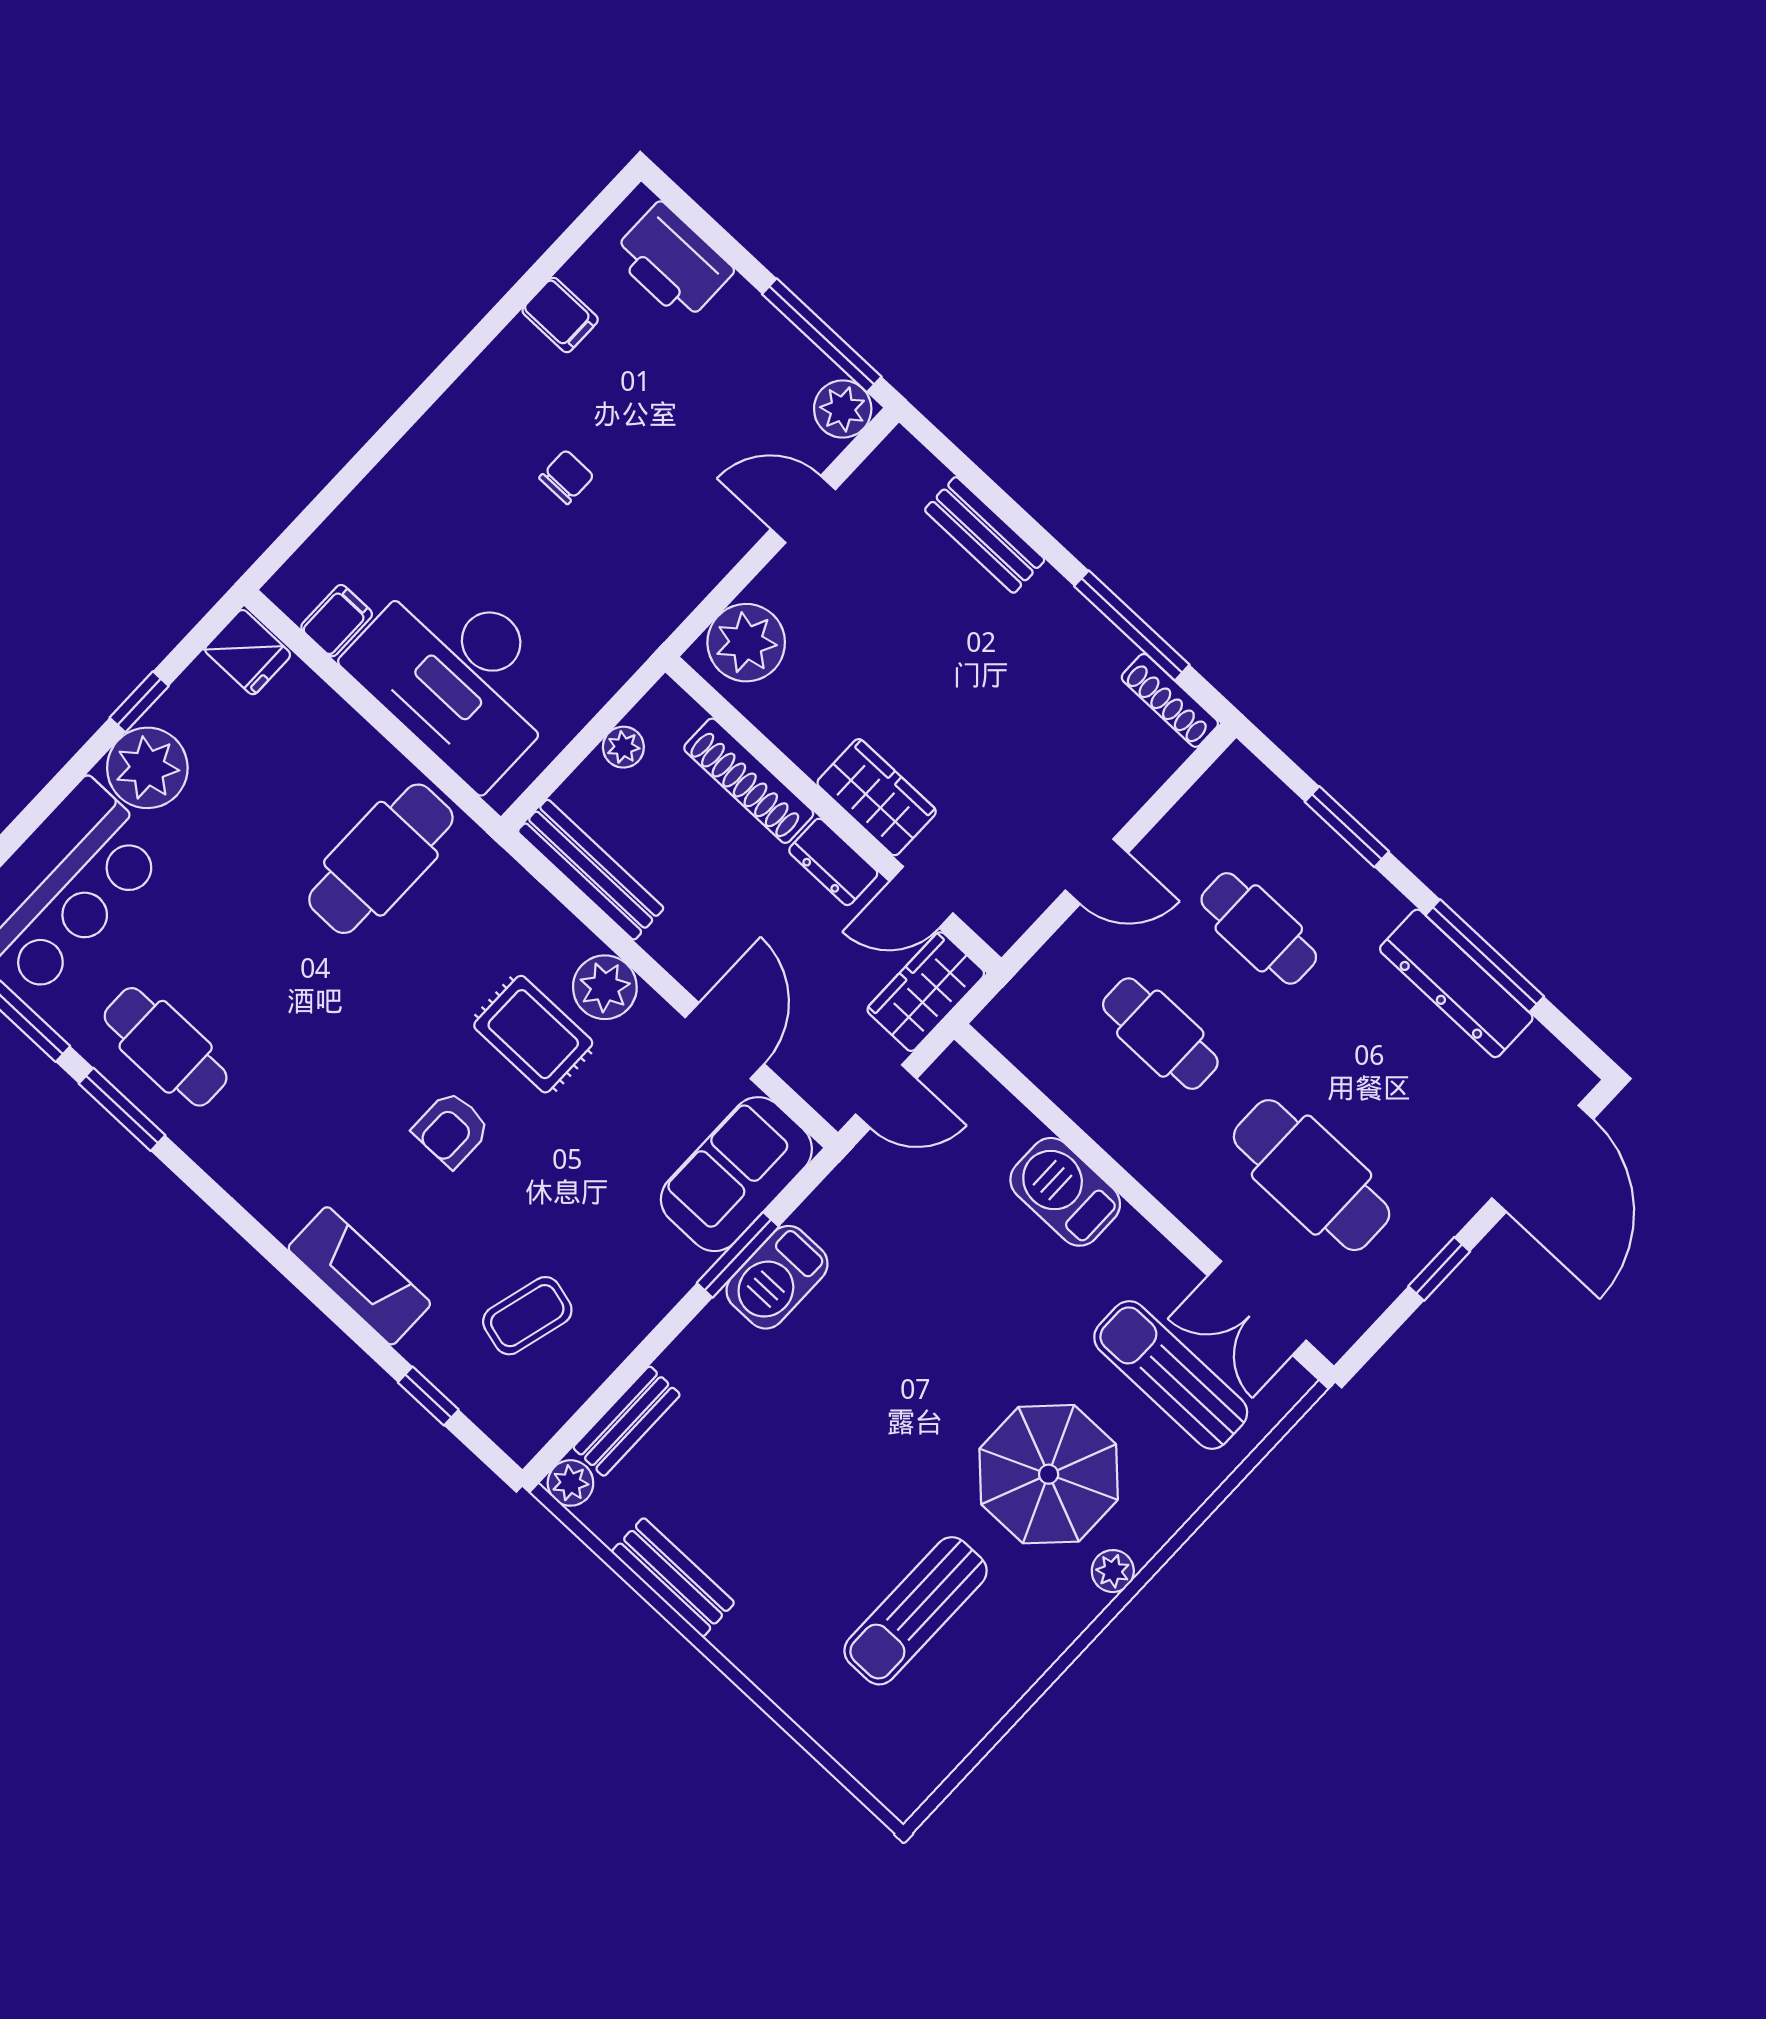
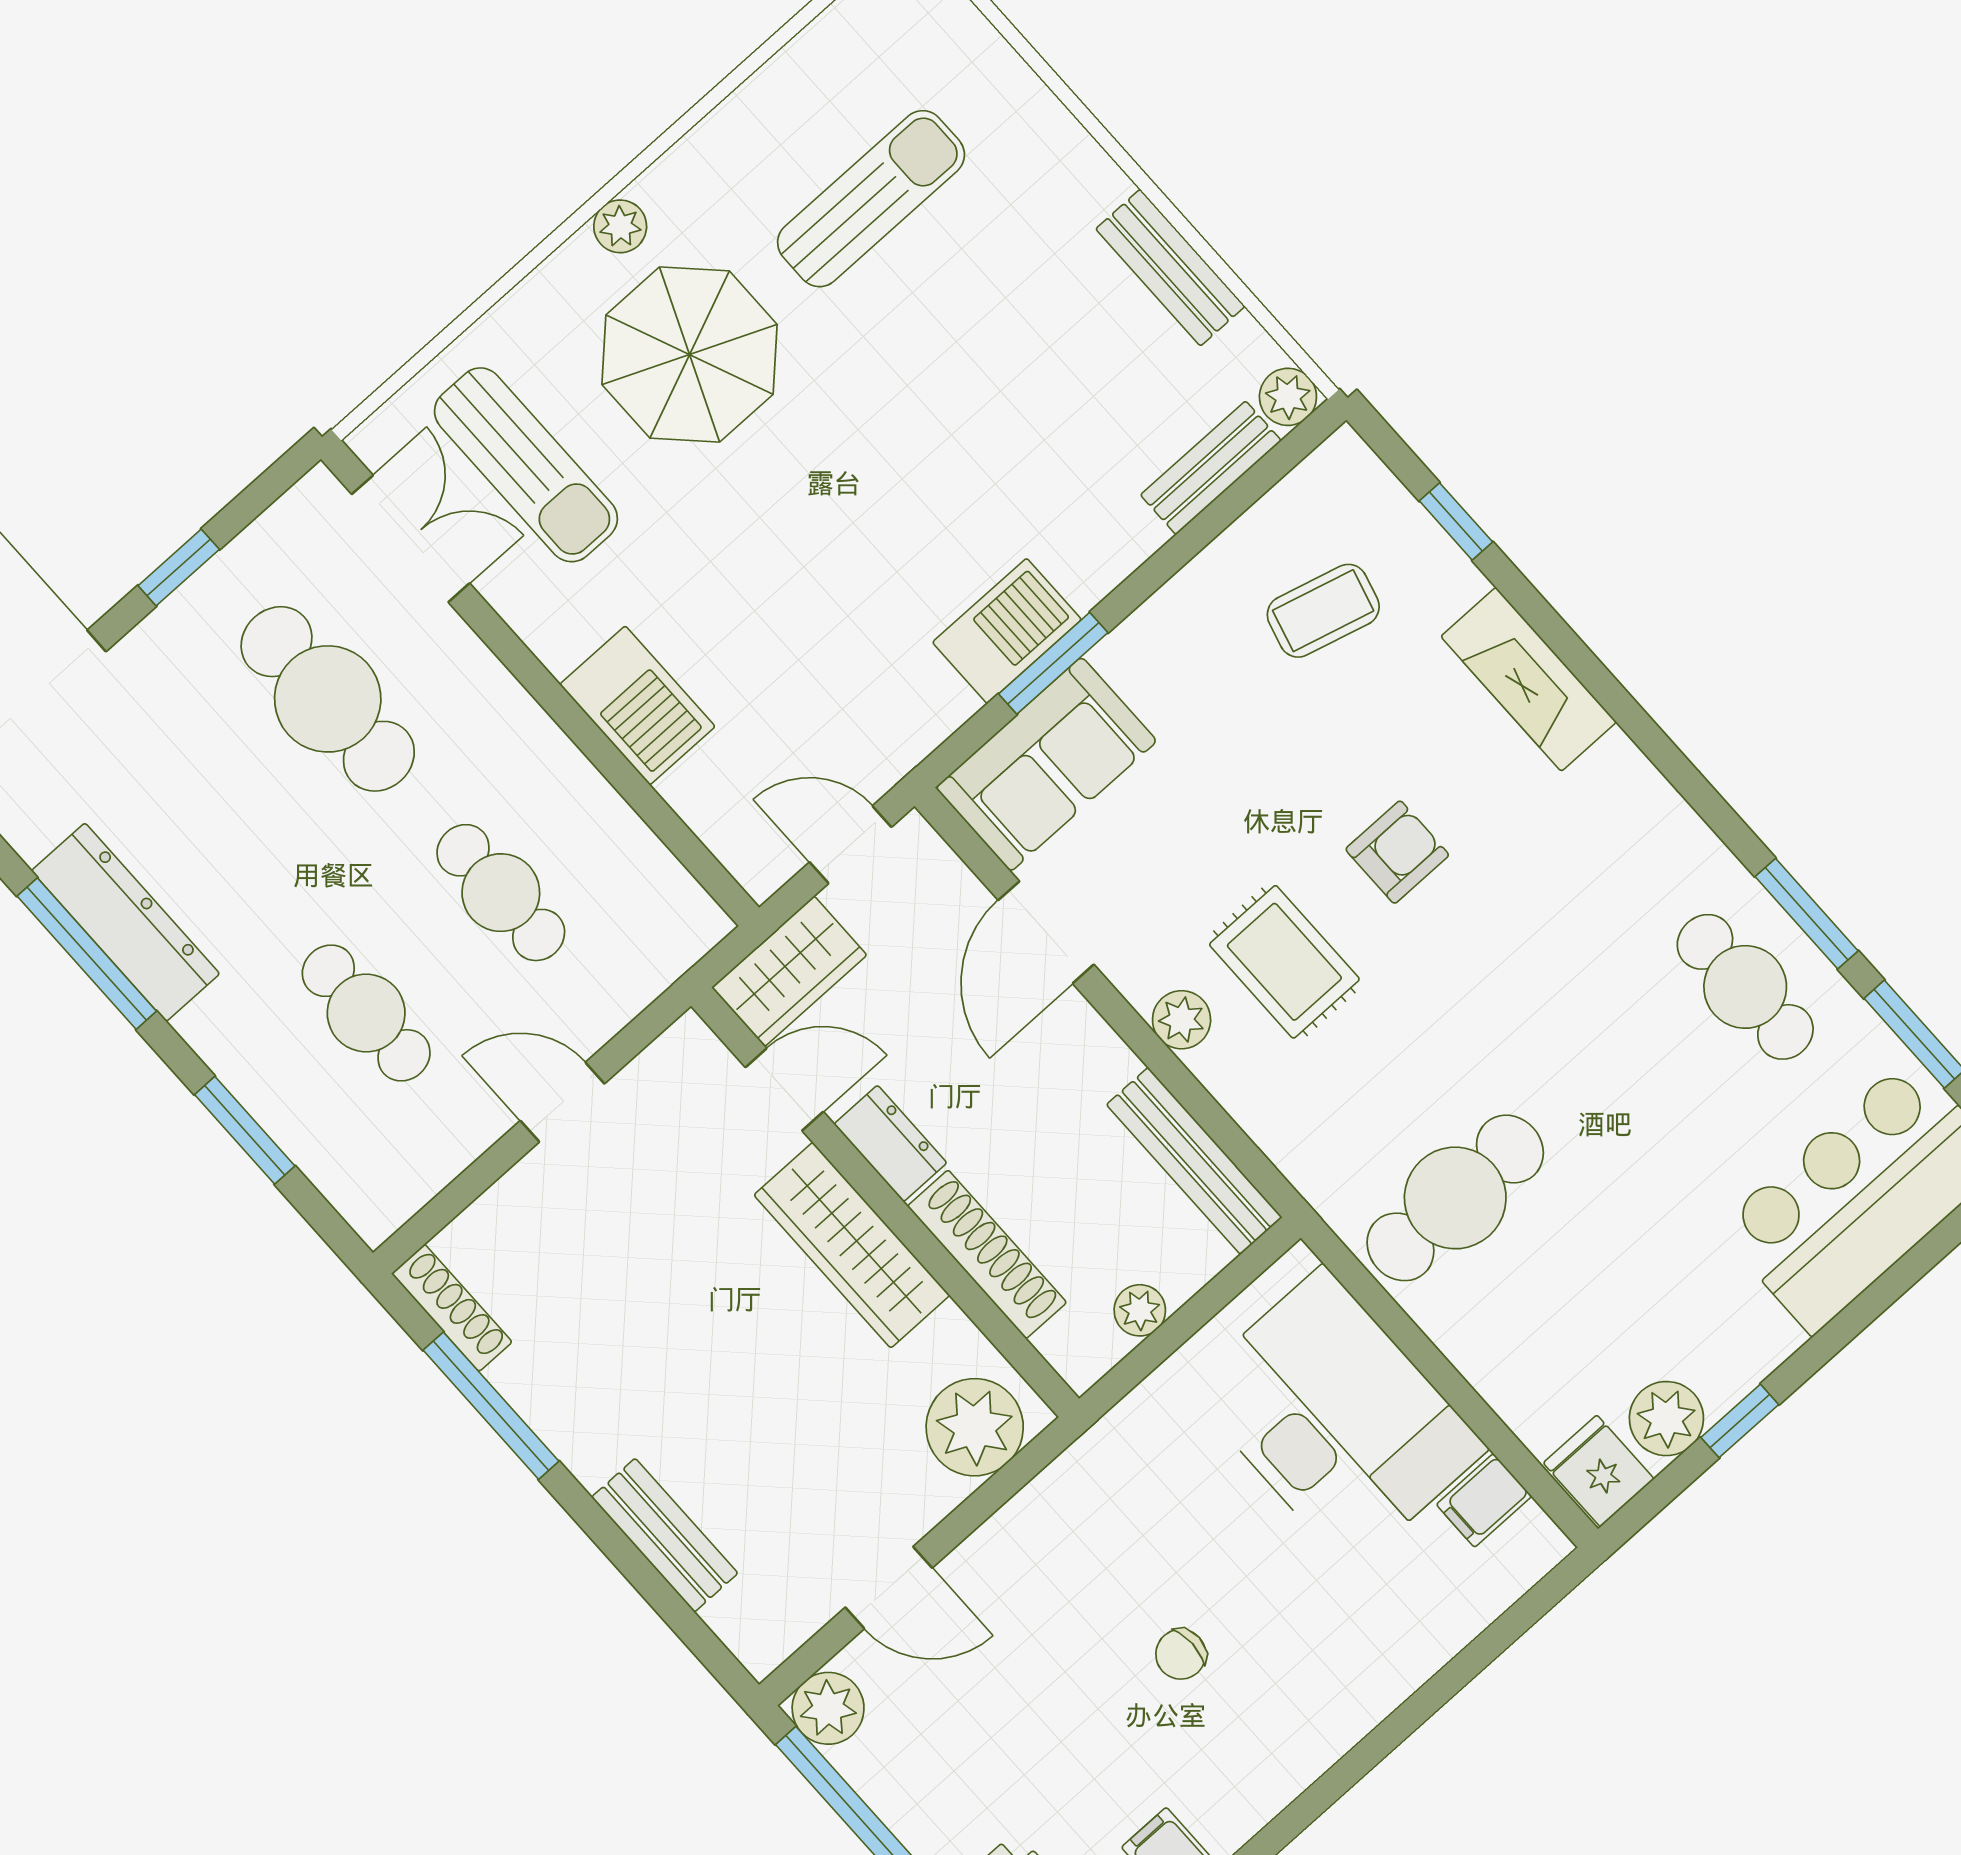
plant: (147, 768) -> (1666, 1419), moved, width x0.73, depth x0.73
wardrobe: (877, 797) -> (852, 1245), width x1.50
plant: (605, 987) -> (1182, 1020), width x0.73, depth x0.73

